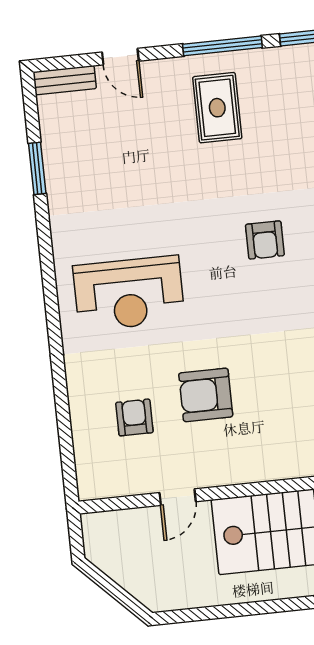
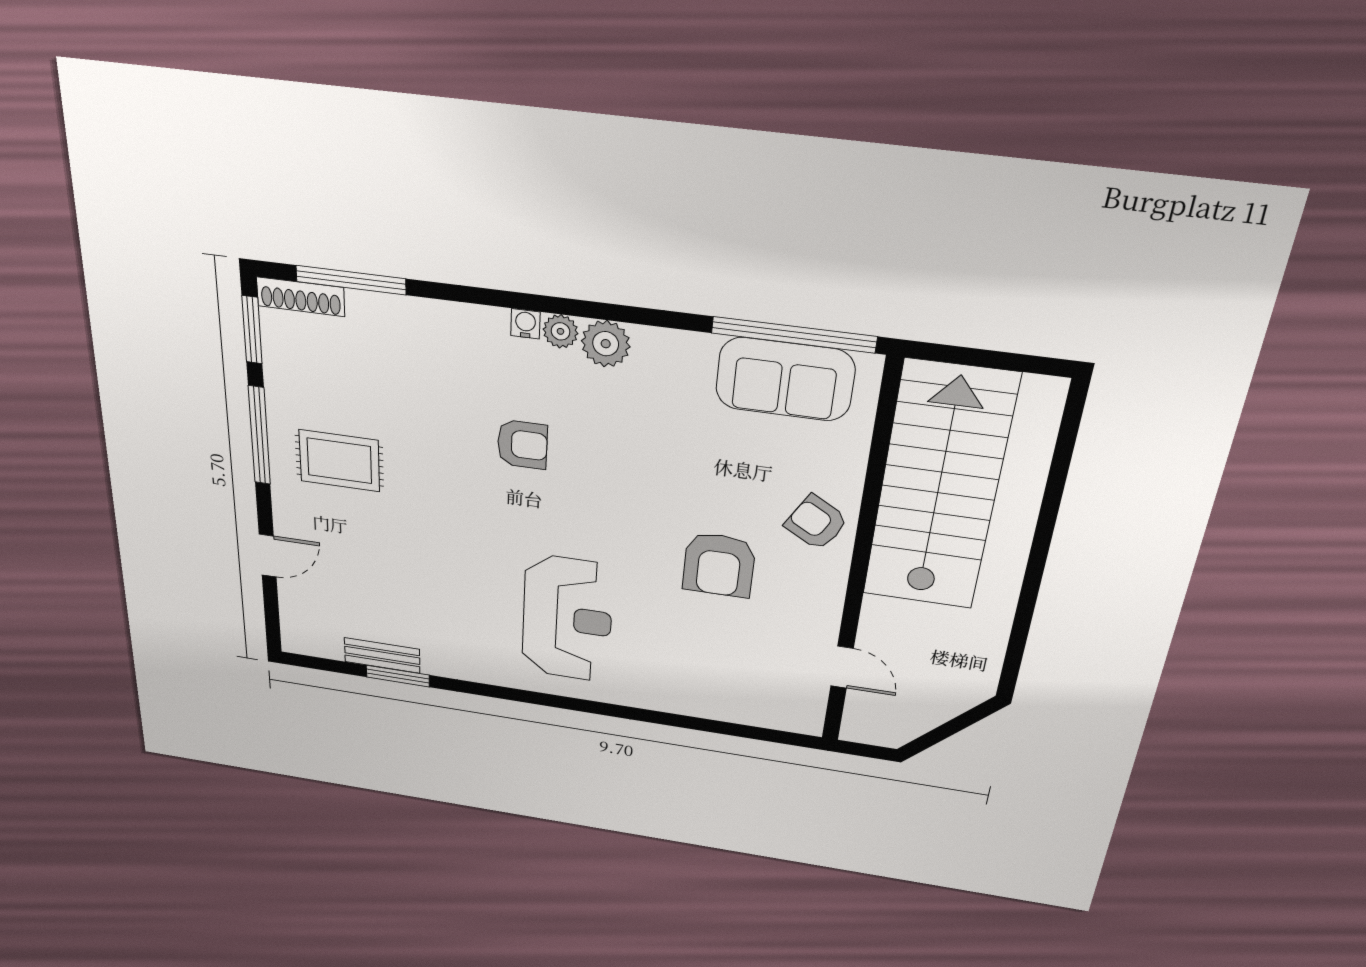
bench: (65, 80) -> (382, 655), moved, turned 90
armchair: (134, 417) -> (816, 523), moved, turned 30
door: (178, 497) -> (842, 667), moved

